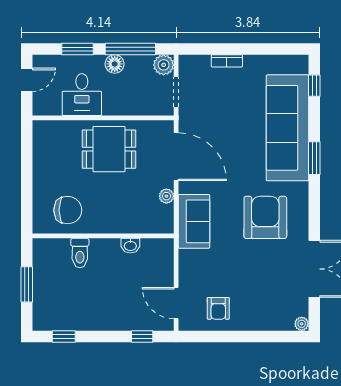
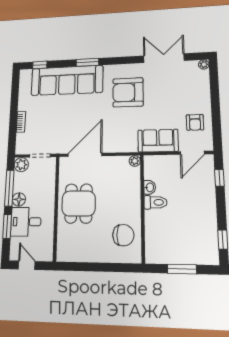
desk: (82, 95) -> (26, 222), moved, turned 180
plant: (166, 196) -> (135, 161), moved
chair: (68, 210) -> (123, 235), turned 90
sofa: (194, 221) -> (158, 141), moved
toilet: (80, 253) -> (156, 202), moved
armchair: (218, 308) -> (195, 122), turned 90

